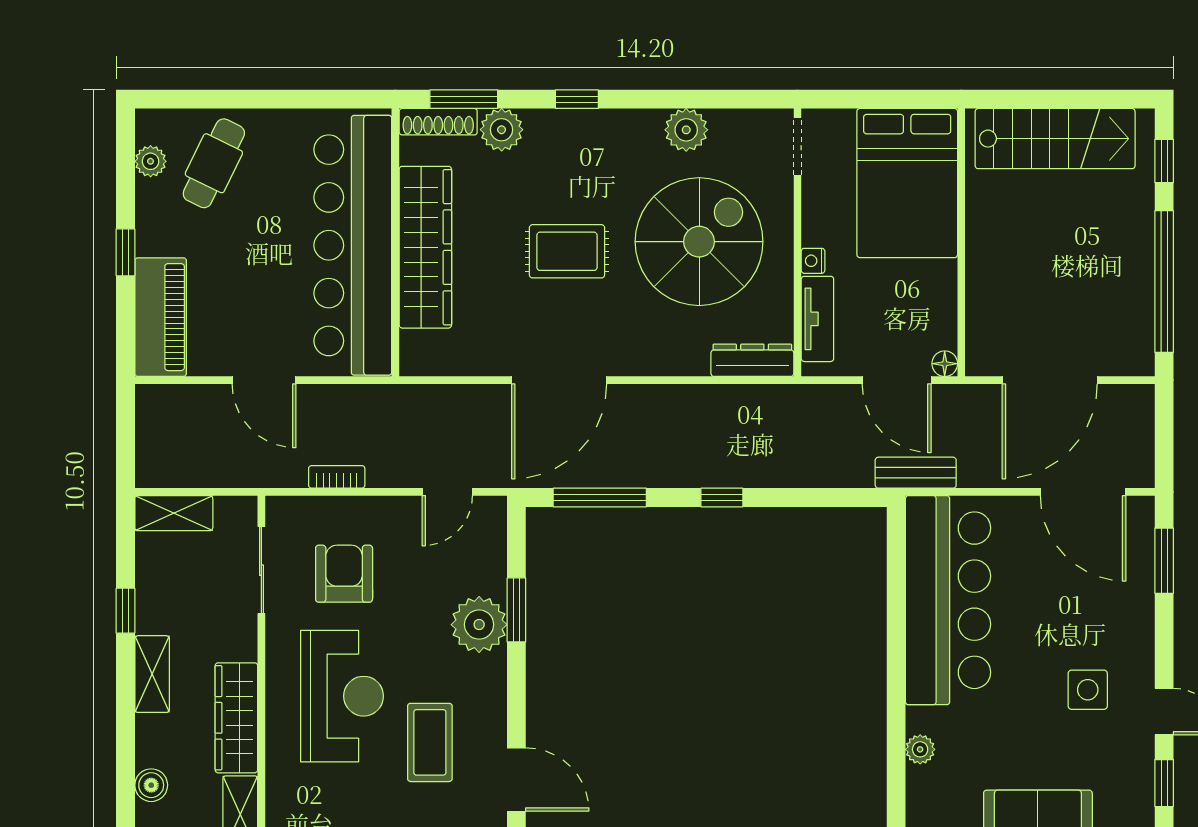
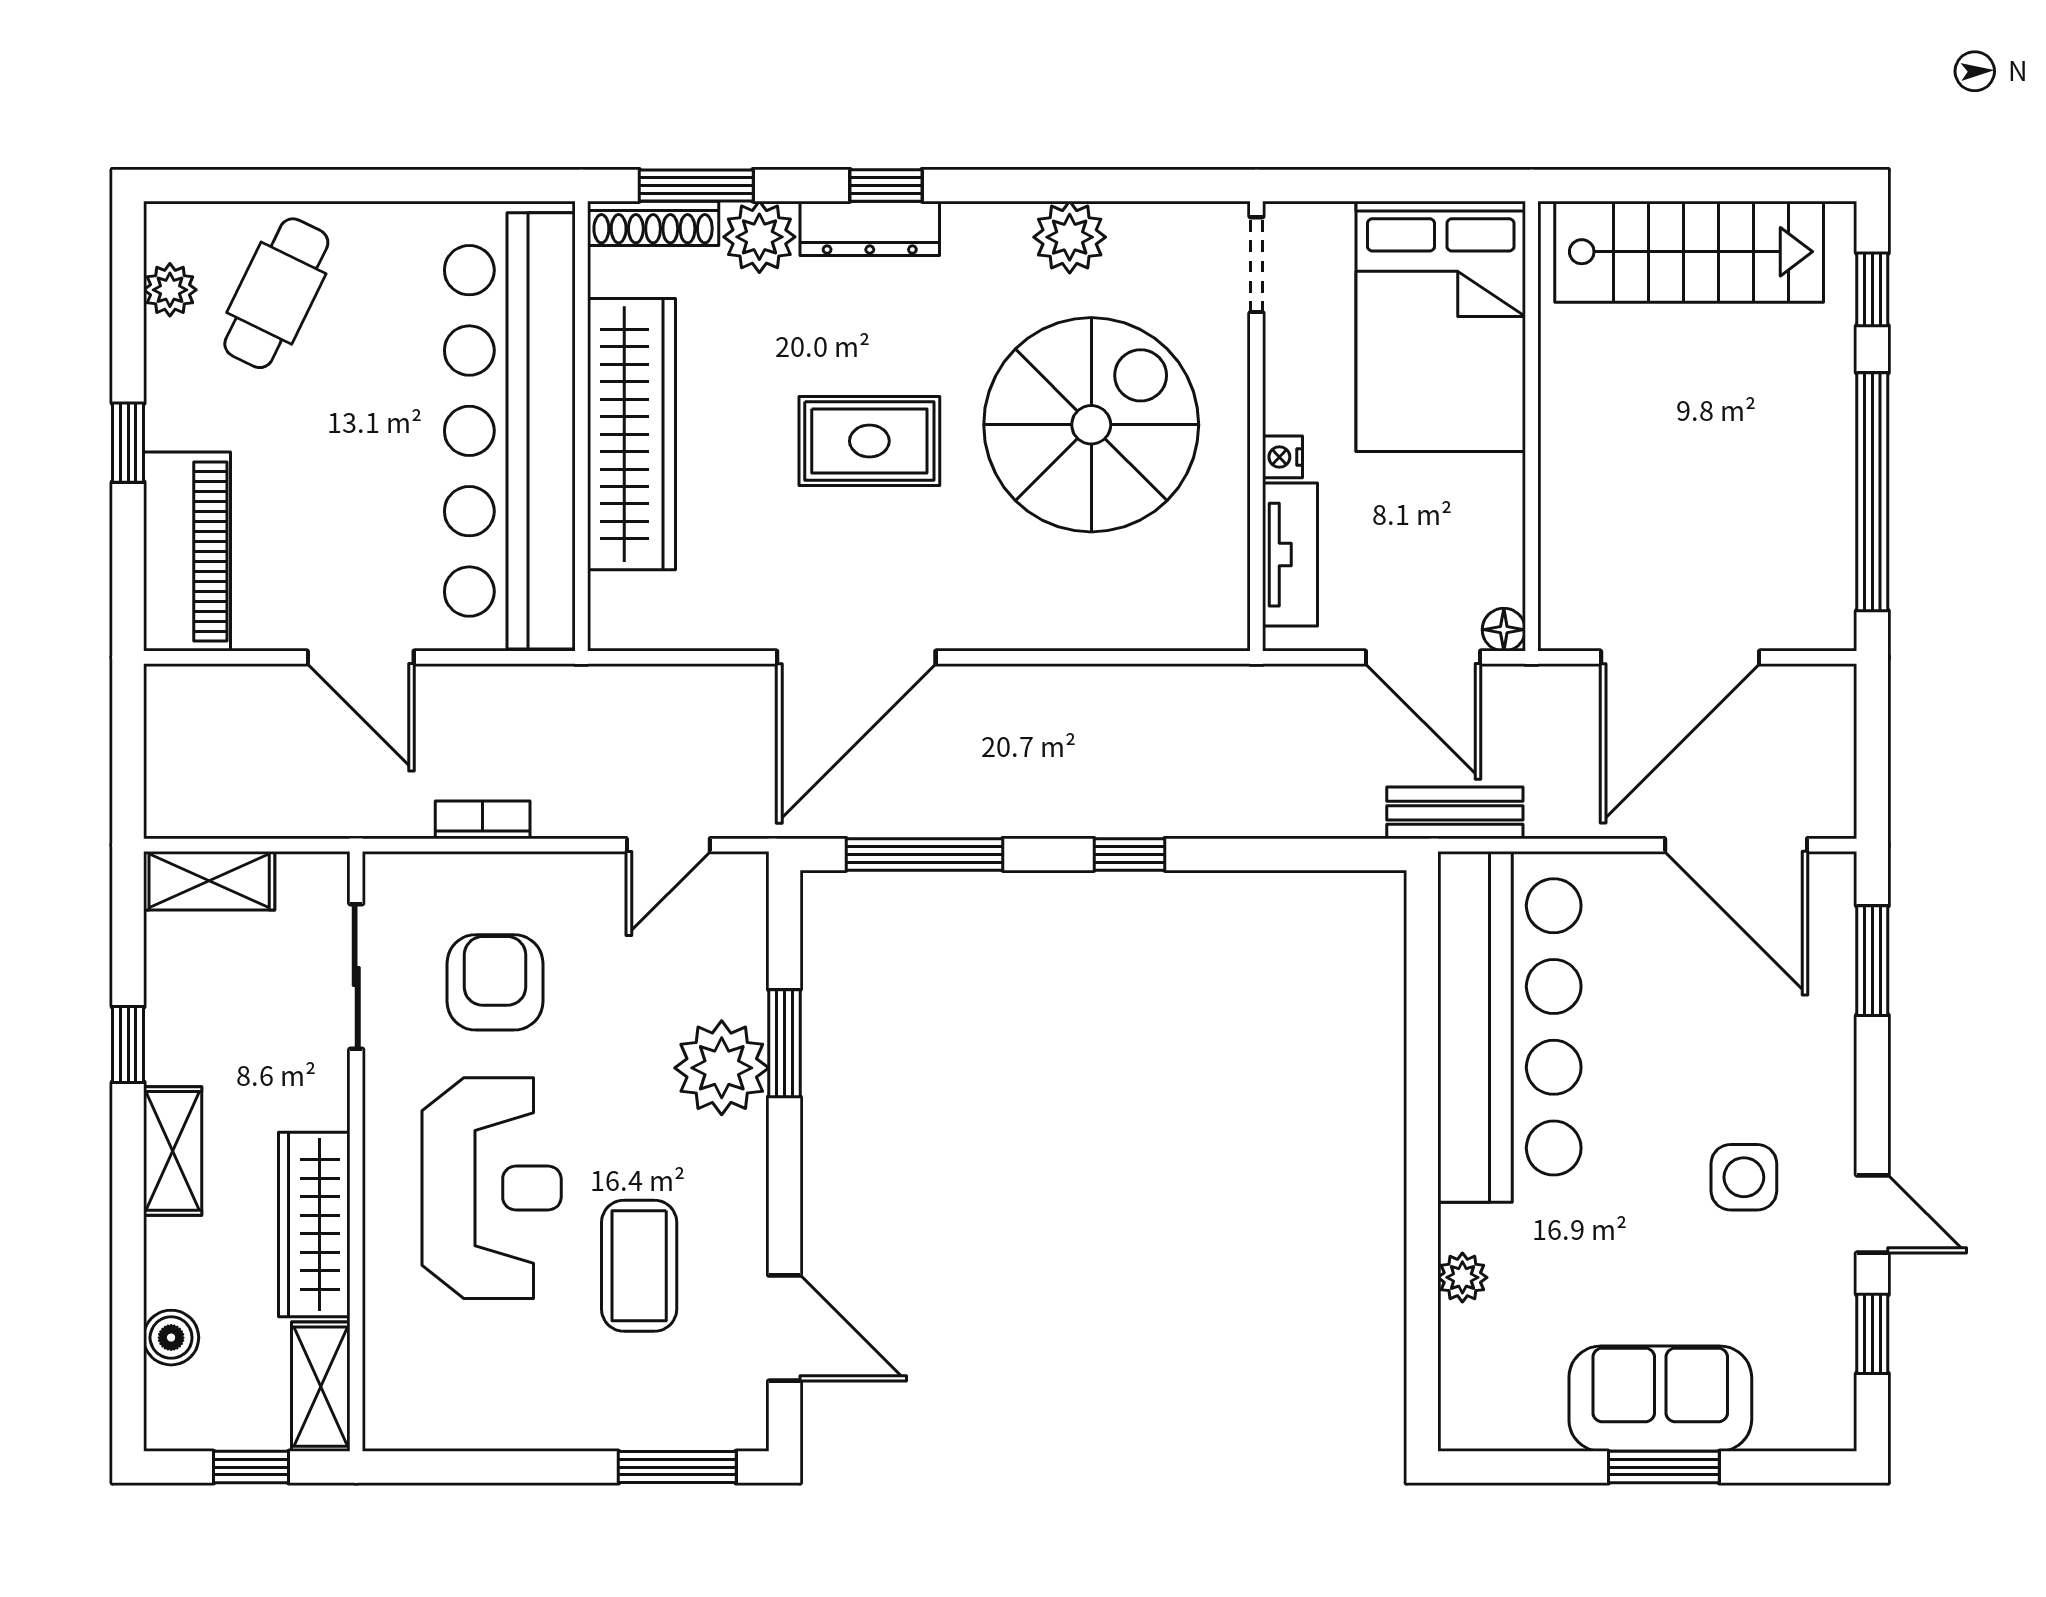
dresser: (752, 360) -> (870, 228), moved, turned 180

